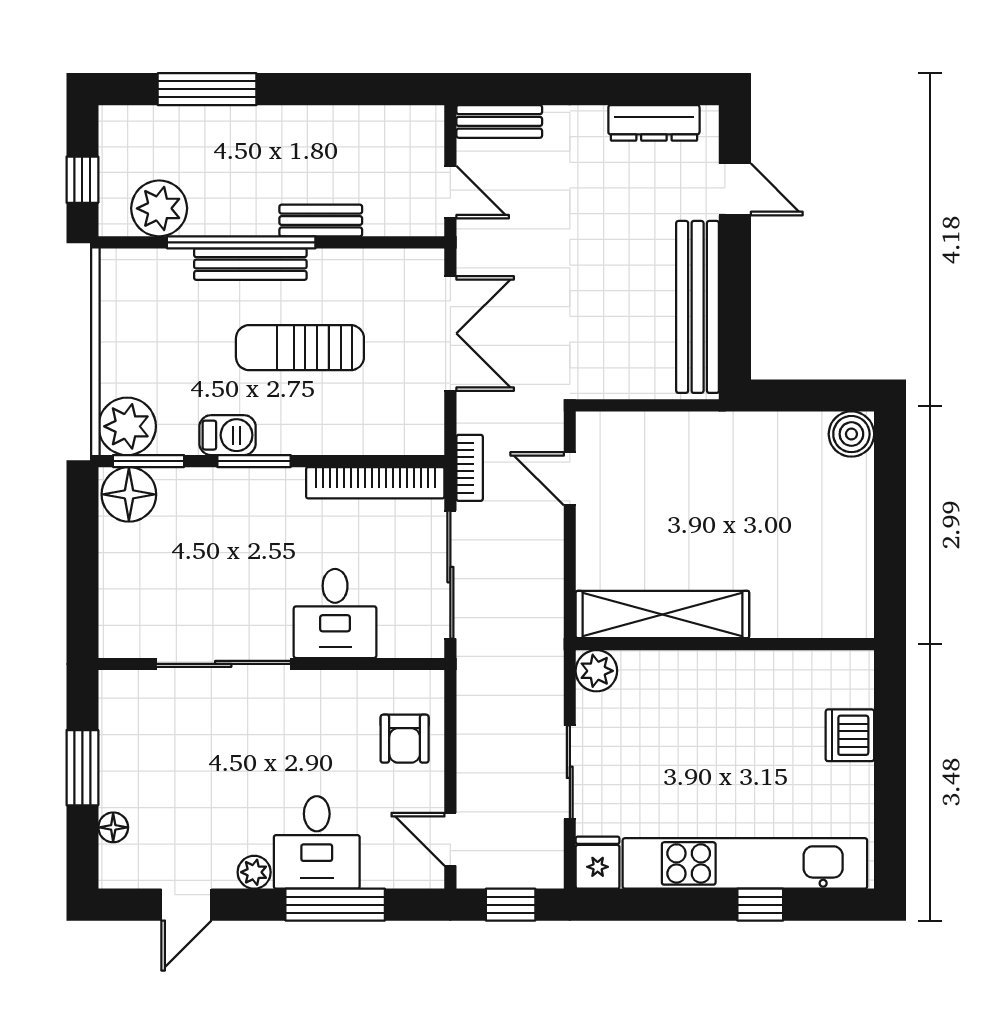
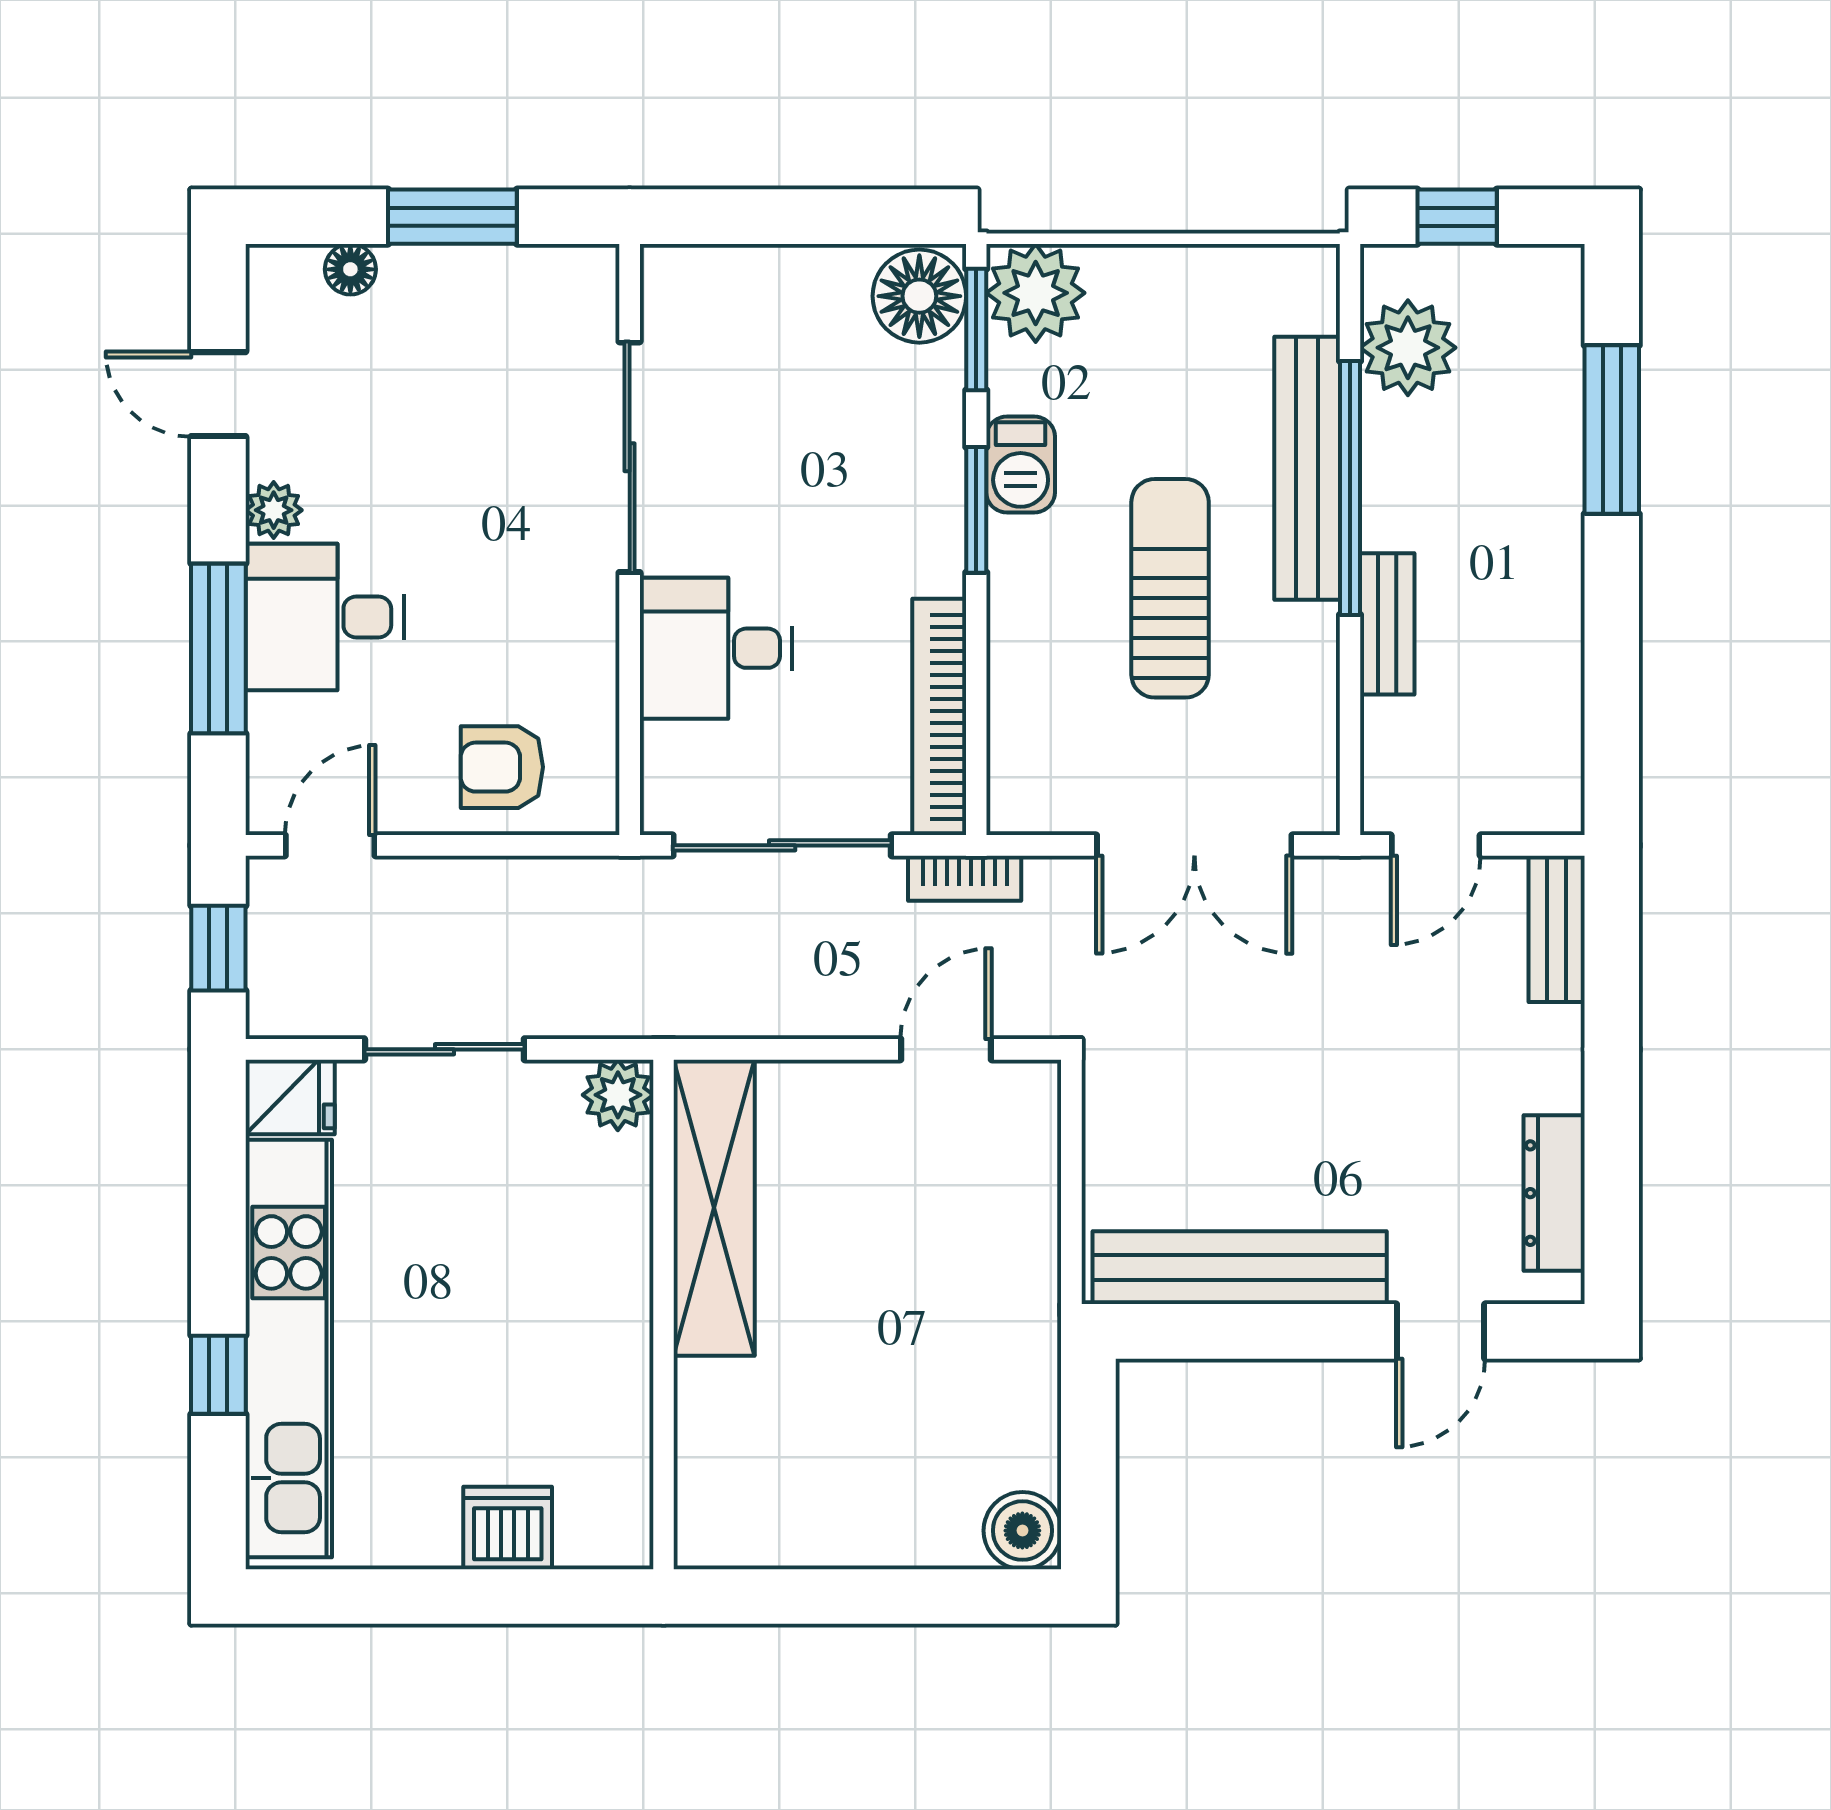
bench: (250, 264) -> (1307, 468), width x1.37, depth x1.21

